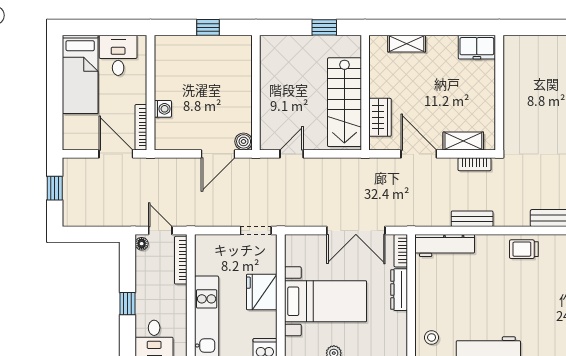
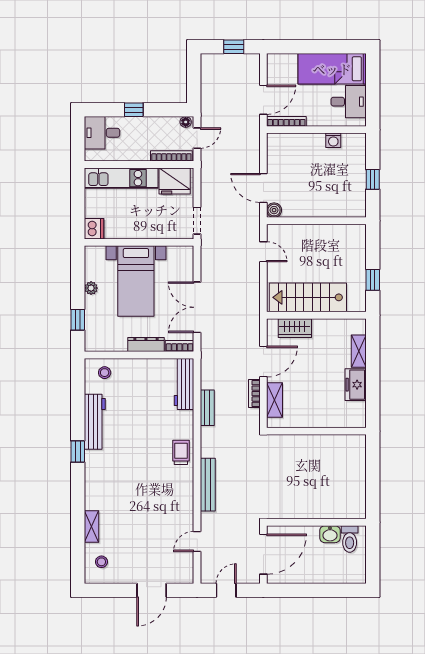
freezer: (477, 47) -> (356, 385), moved
washing machine: (163, 109) -> (333, 140), moved
bookcase: (474, 164) -> (254, 394), moved
fridge: (262, 292) -> (175, 181), moved, turned 180

